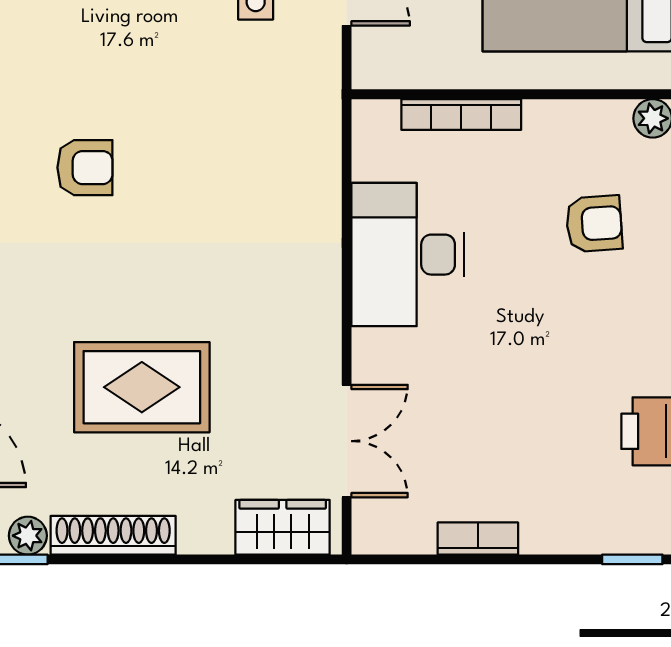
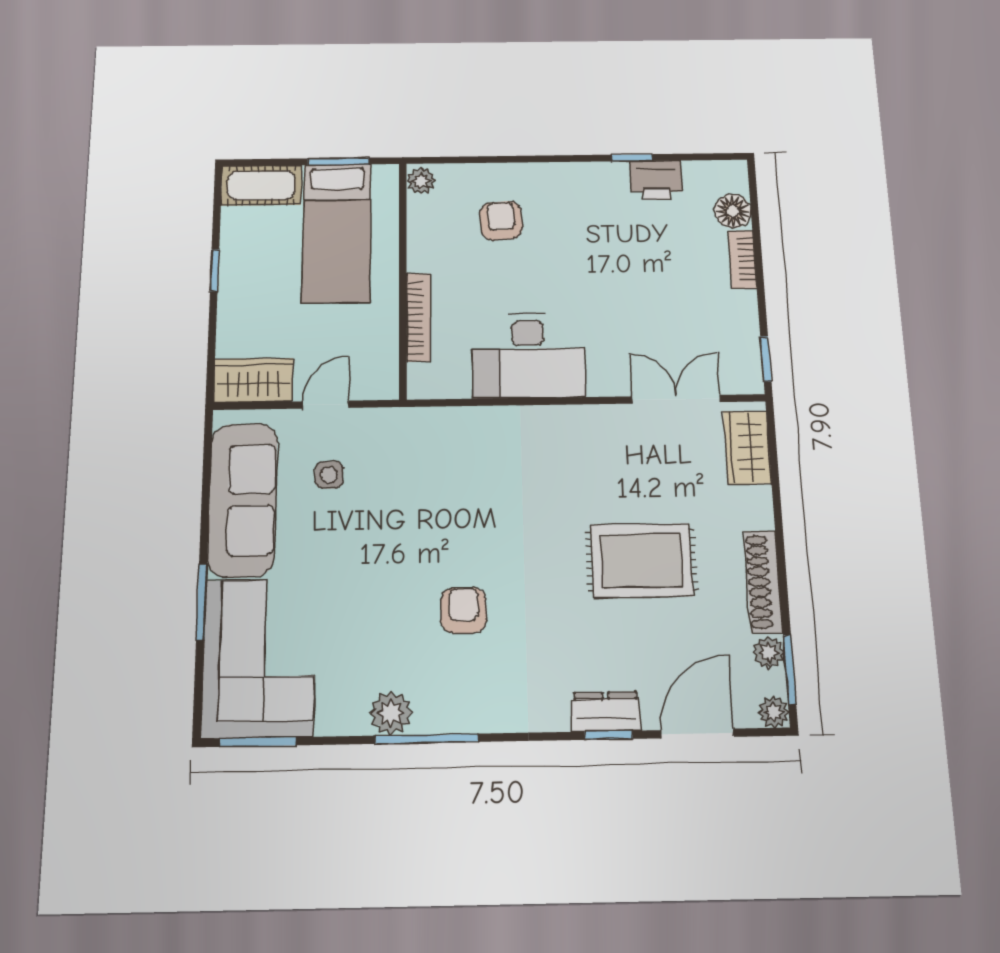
rug: (142, 387) -> (642, 560), turned 90
floor lamp: (603, 531) -> (733, 211), added
bookcase: (478, 539) -> (742, 259), moved
window: (632, 559) -> (766, 359), moved

